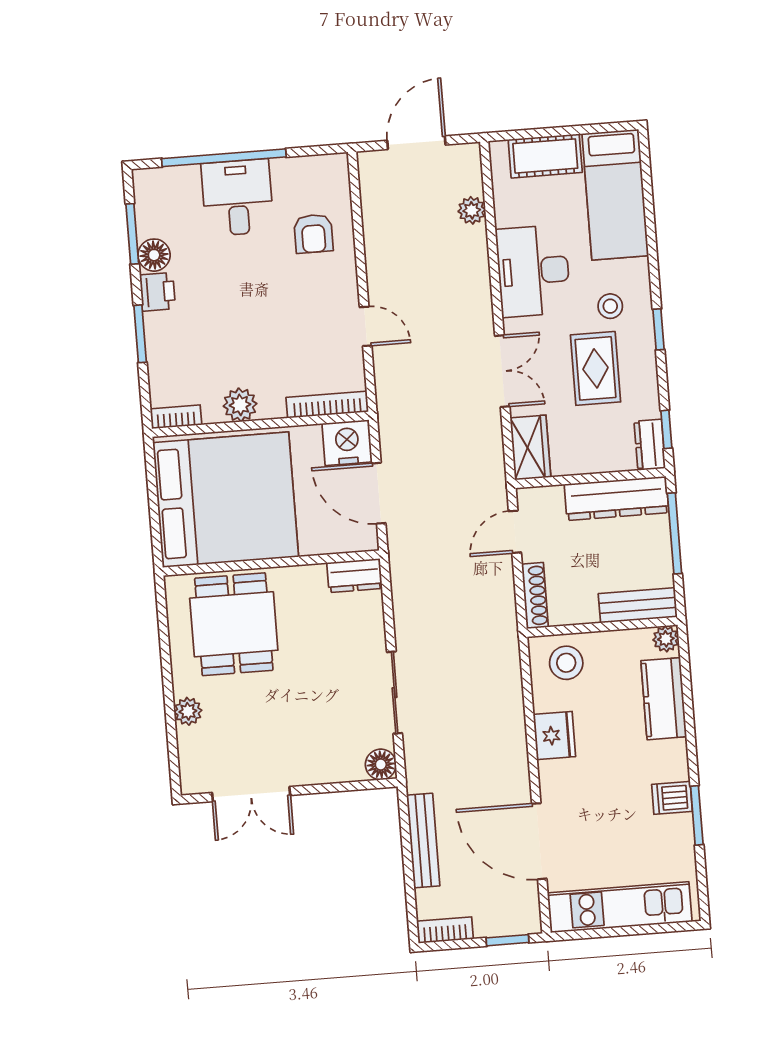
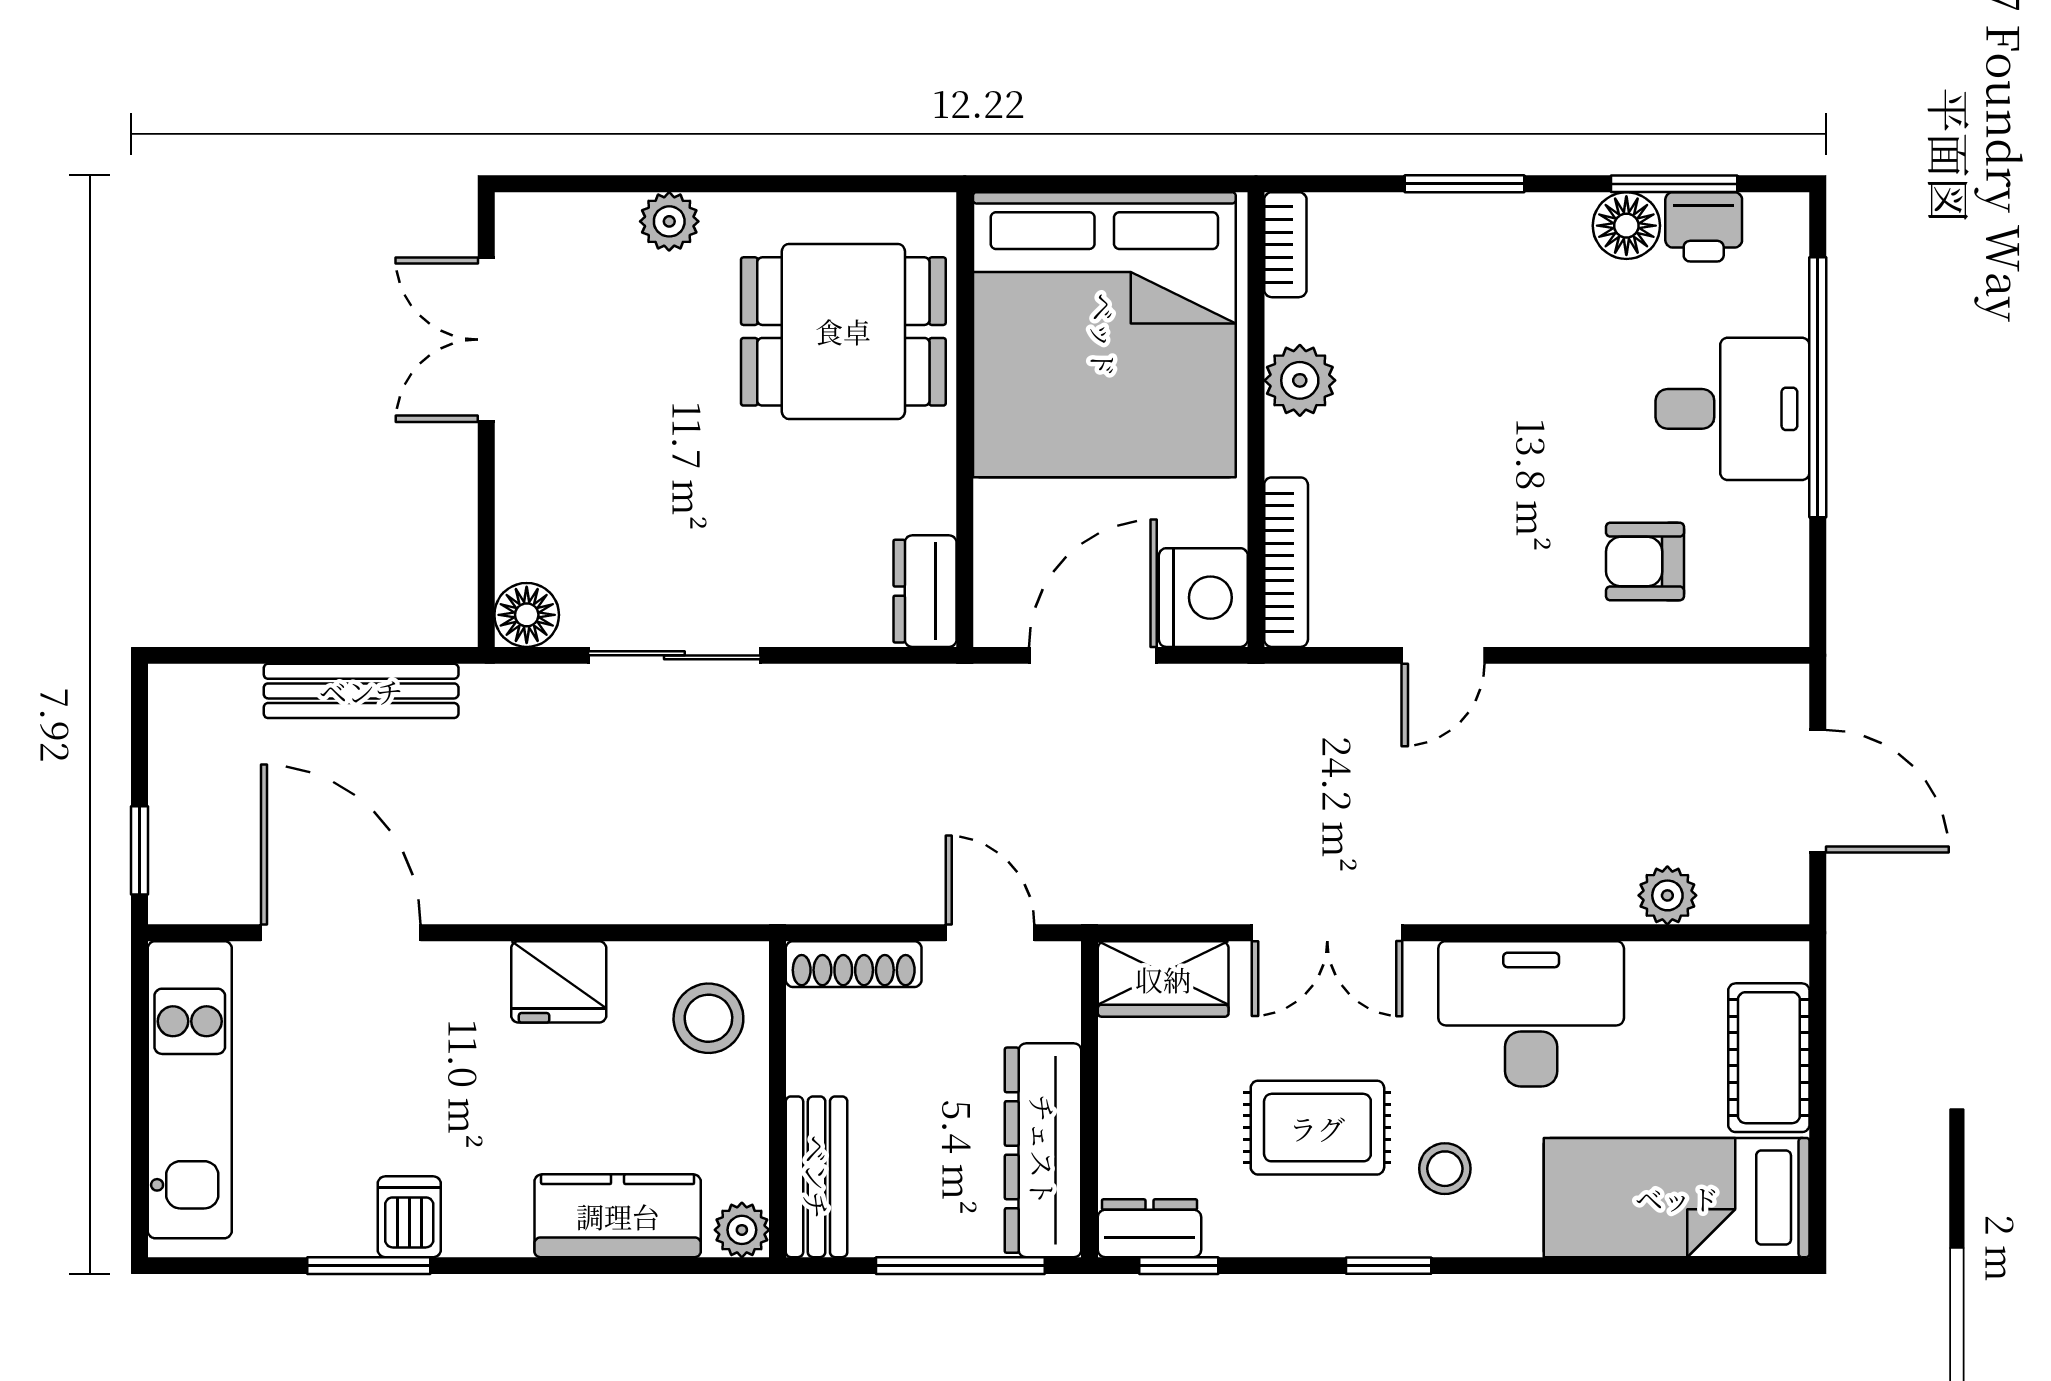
printer: (158, 292) -> (1704, 227), moved
door: (539, 841) -> (341, 933), hinge flipped
bookcase: (445, 930) -> (171, 722), removed

